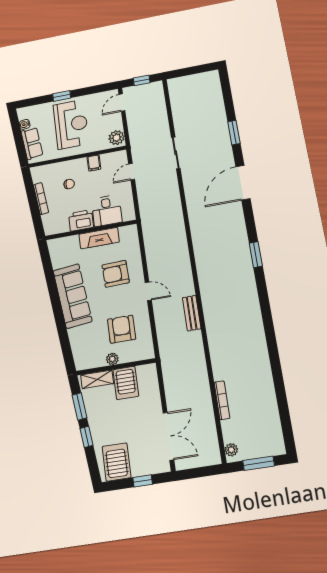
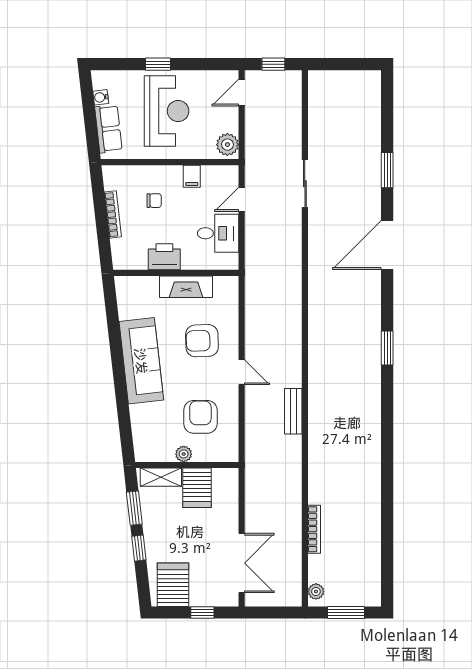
desk: (107, 211) -> (218, 233), moved, turned -90

